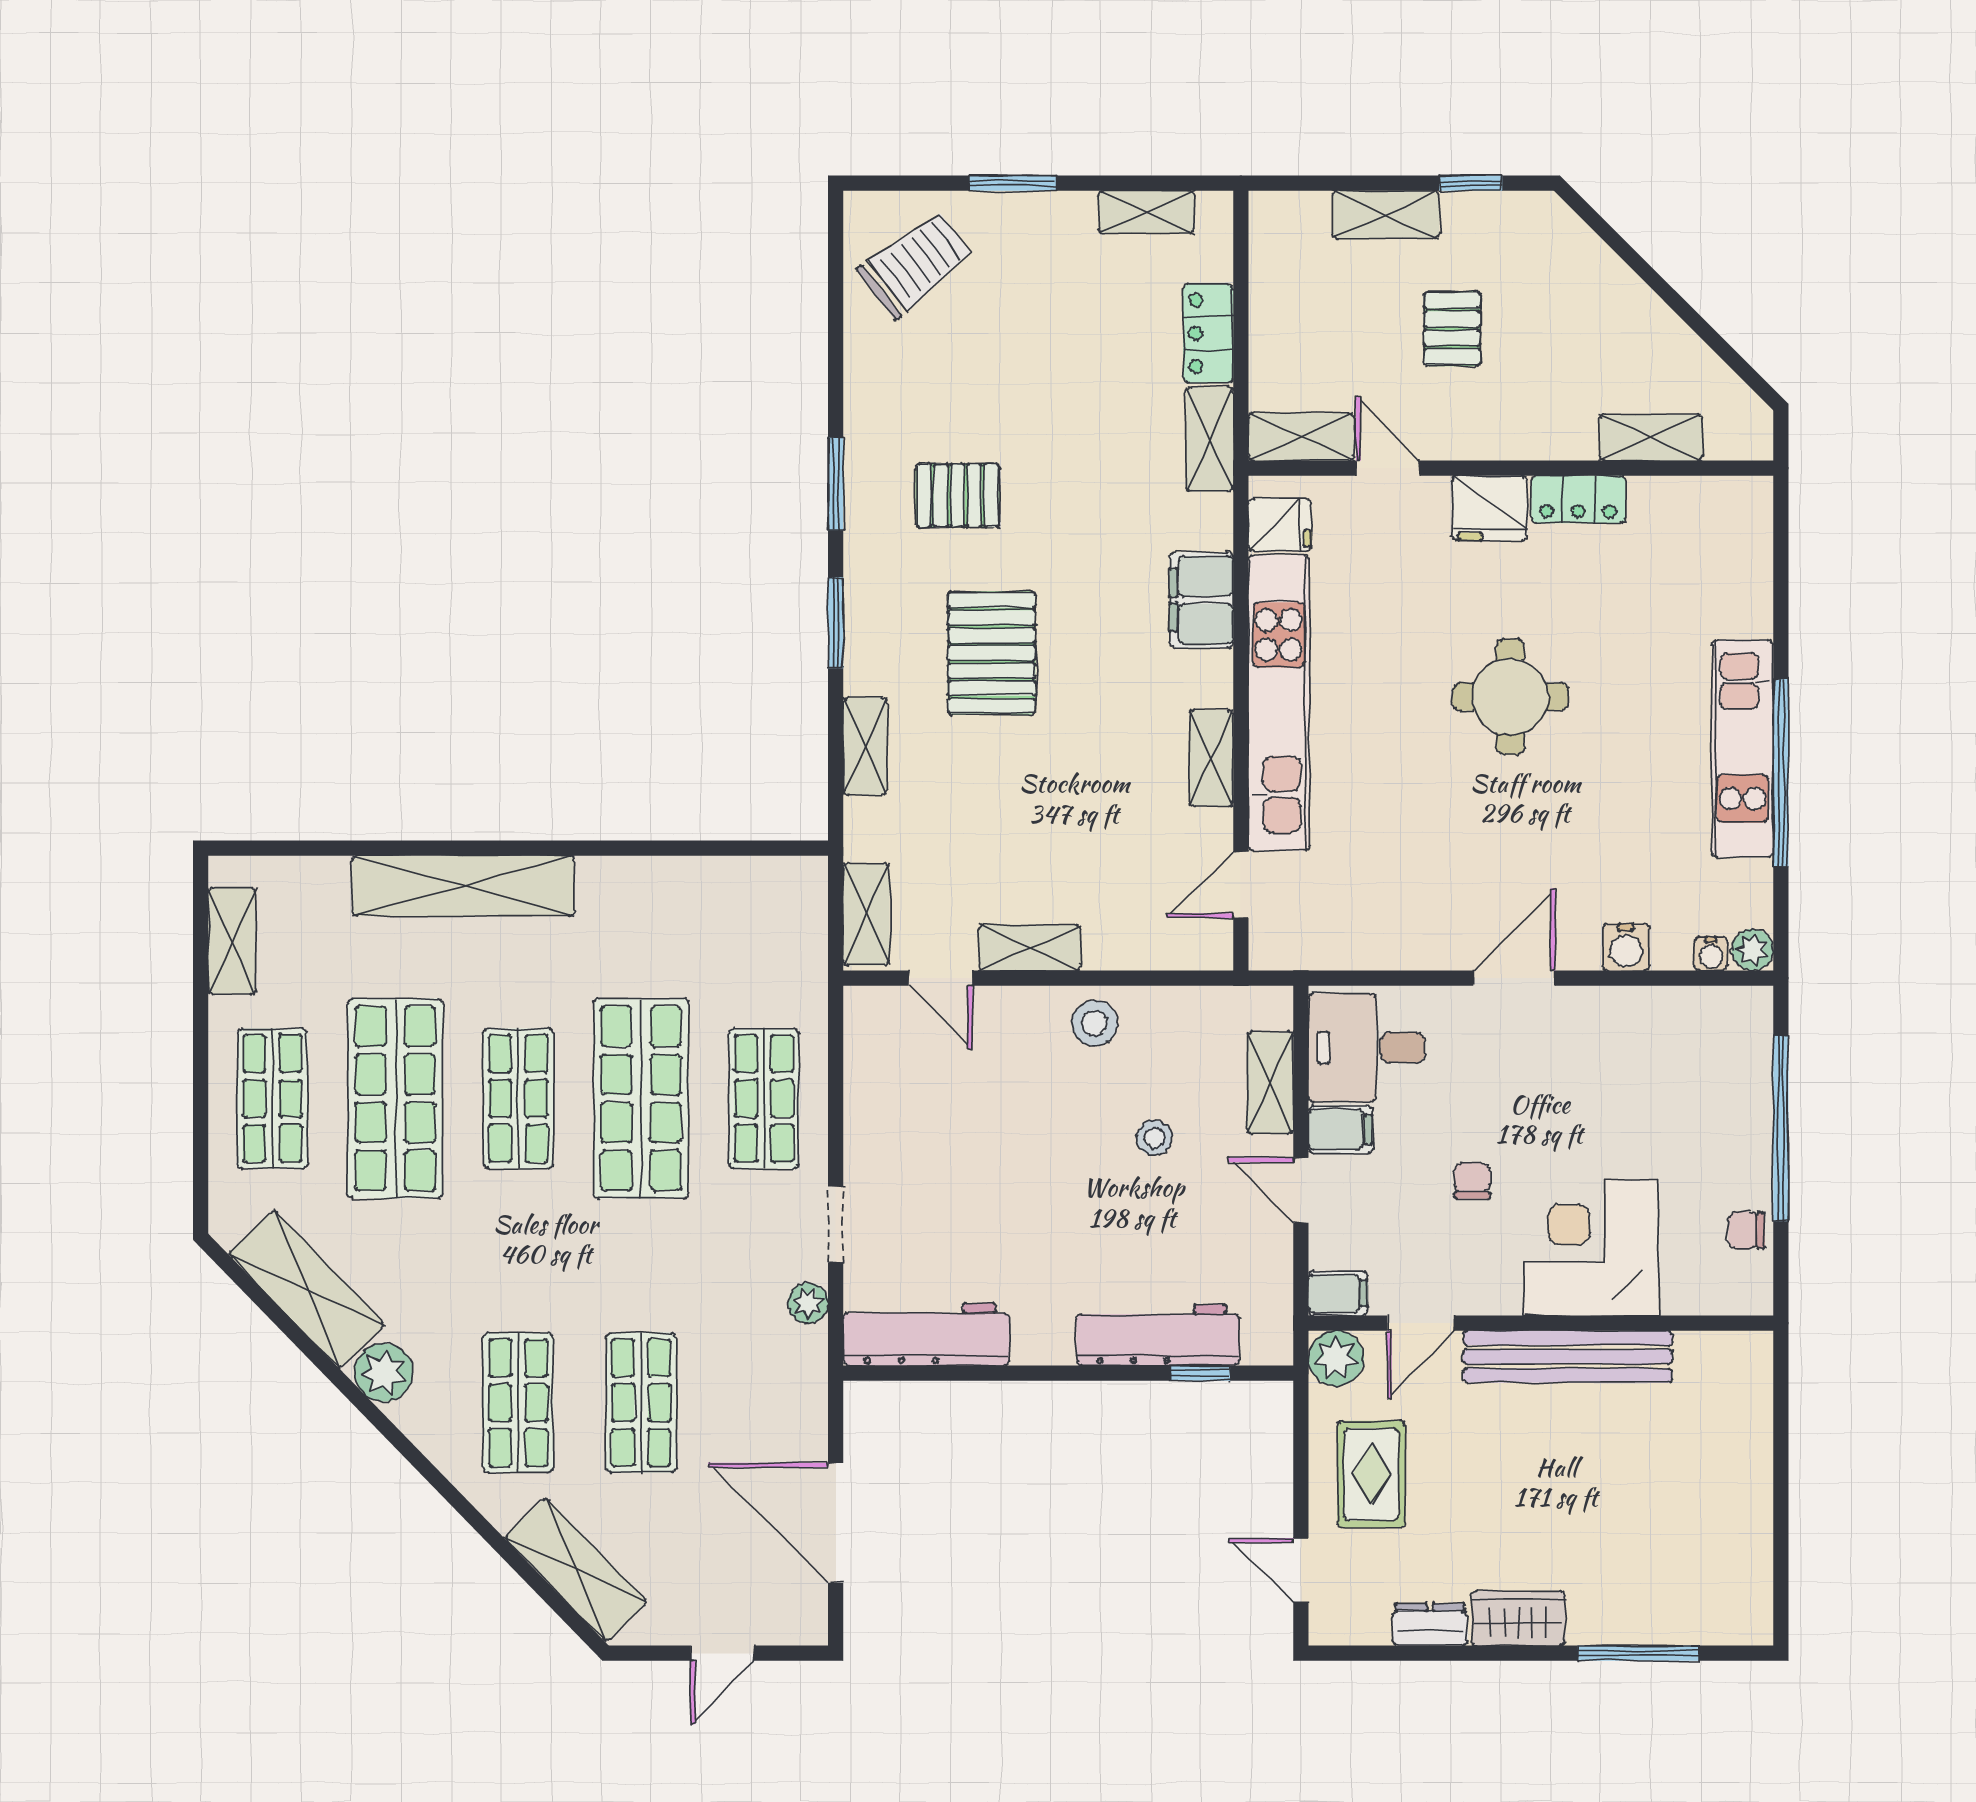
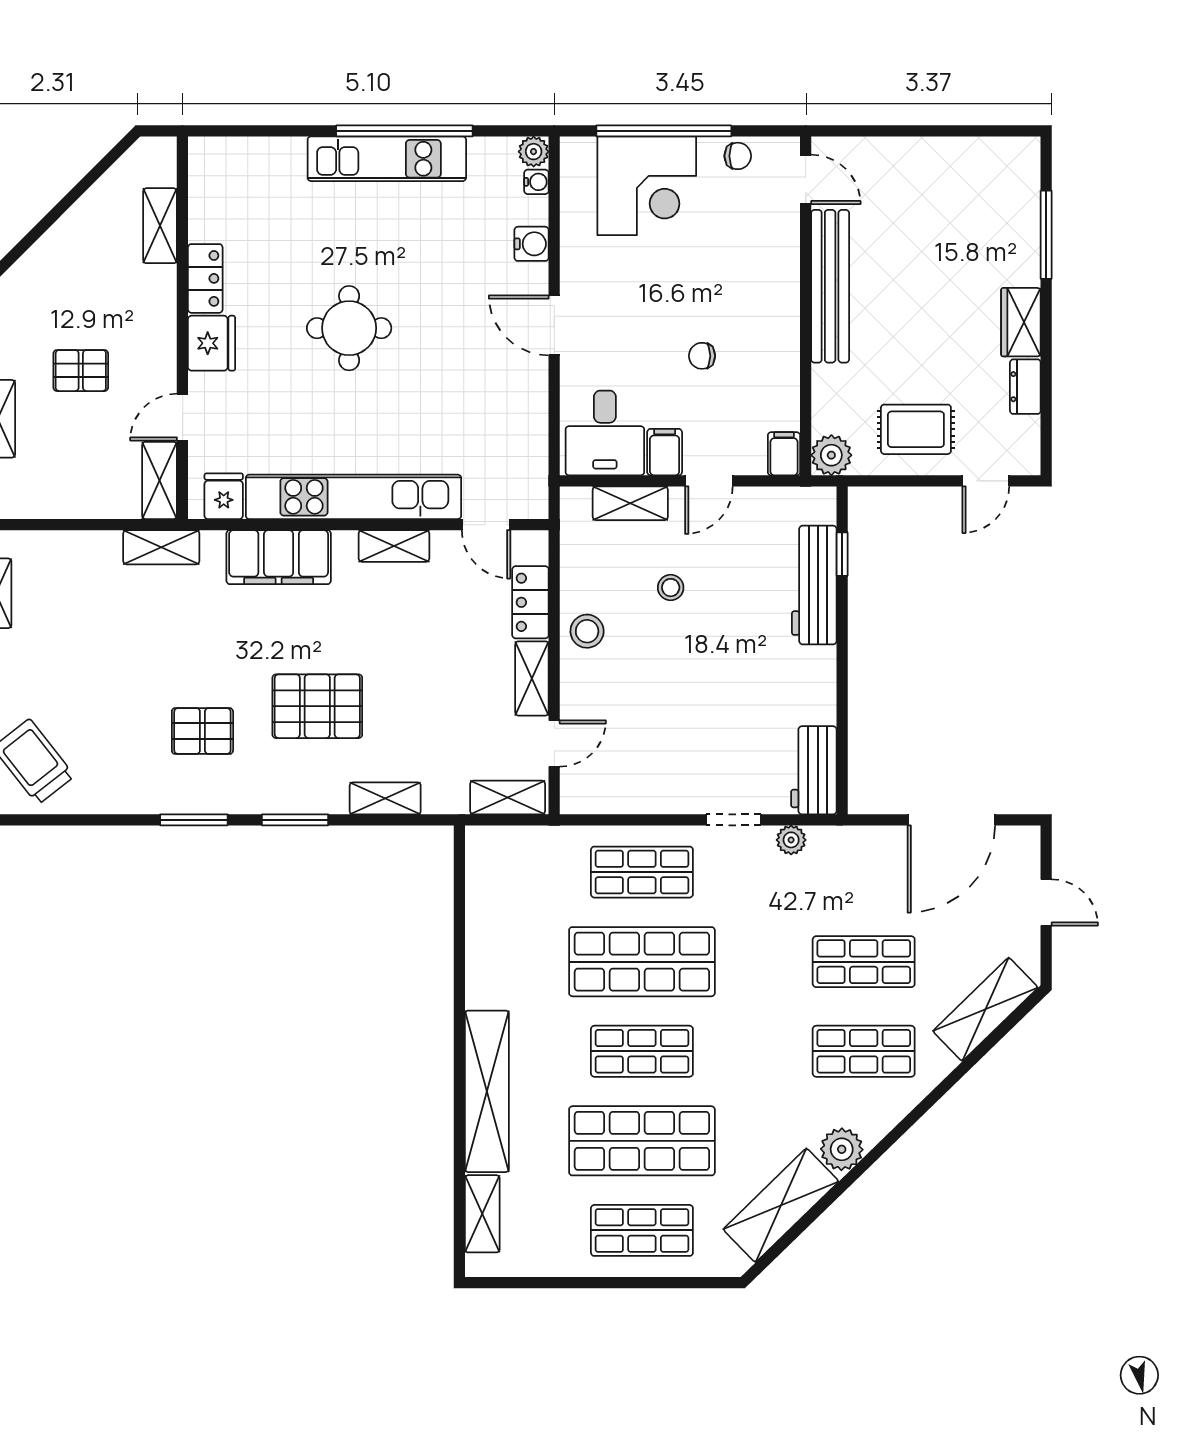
locker: (1208, 333) -> (530, 602), moved, turned 90
pallet: (958, 495) -> (202, 731), turned 90
filing cabinet: (1201, 600) -> (279, 557), width x1.50, depth x1.17
shelving: (232, 941) -> (482, 1214), moved, turned 90
chair: (1747, 1230) -> (738, 156), turned -90
corner desk: (1592, 1248) -> (647, 186), moved, turned -90
door: (1421, 1323) -> (806, 179), moved
workbench: (926, 1334) -> (814, 770), width x0.73

